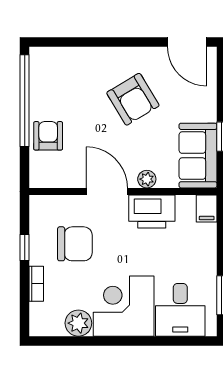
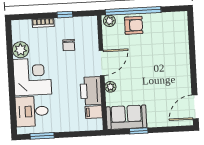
armchair: (133, 99) -> (159, 76), removed
window: (25, 101) -> (133, 11), moved
plant: (39, 175) -> (109, 21), added
filing cabinet: (207, 209) -> (94, 112), moved
chair: (75, 244) -> (69, 45), width x0.54, depth x0.54

